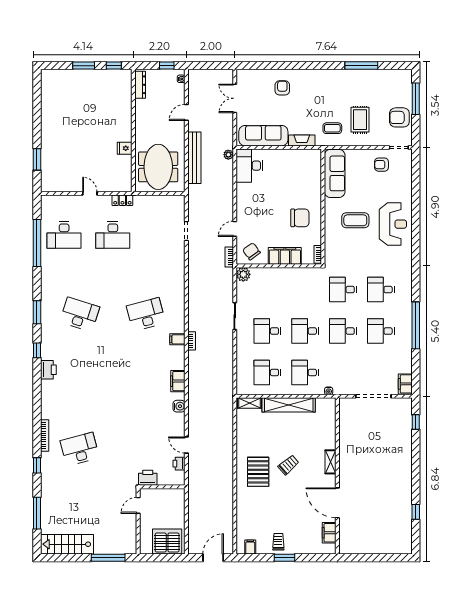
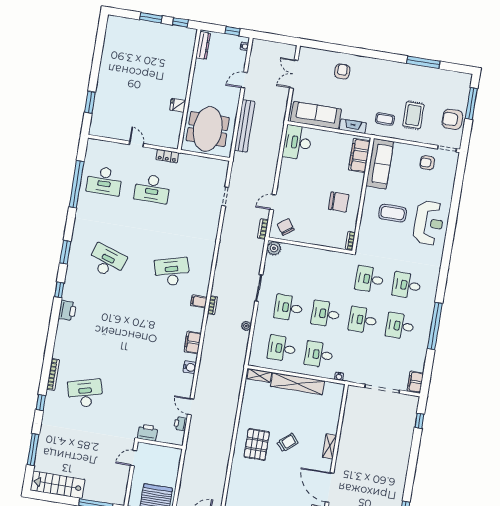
plant: (228, 155) -> (246, 326), moved
filing cabinet: (285, 256) -> (359, 155), moved, turned -90

